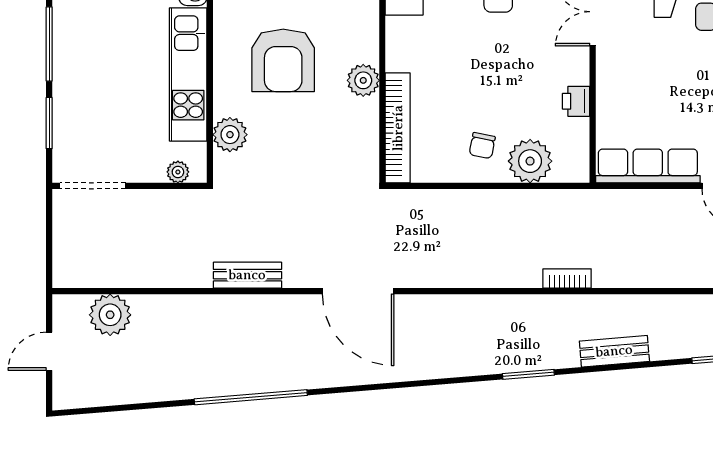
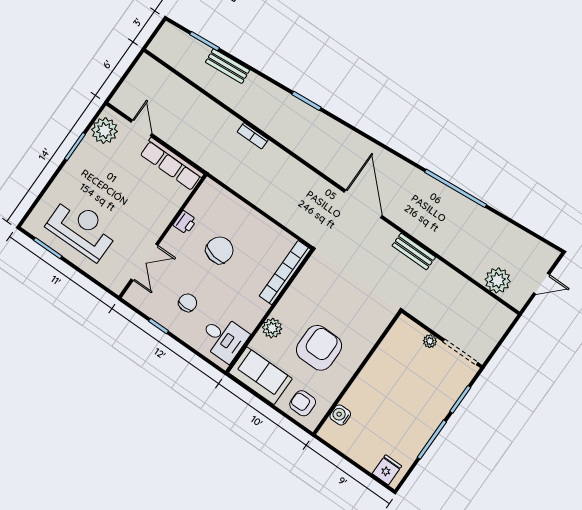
kitchen unit: (188, 74) -> (372, 375), removed
plant: (363, 80) -> (272, 328), moved
plant: (230, 135) -> (372, 329), removed
chair: (482, 146) -> (220, 250), moved, width x1.87, depth x1.87
plant: (530, 161) -> (230, 209), removed
plant: (178, 172) -> (430, 341), moved
bench: (614, 351) -> (228, 66), moved

